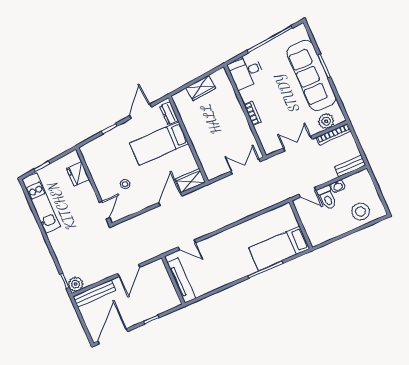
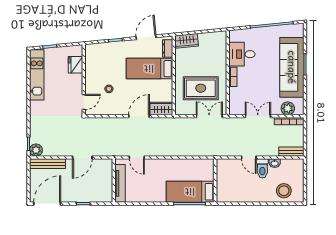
desk: (246, 72) -> (242, 54), moved
wardrobe: (201, 88) -> (187, 41), moved
rug: (223, 140) -> (201, 88), added
wall: (301, 225) -> (215, 181), moved
bed: (279, 248) -> (190, 192), moved

